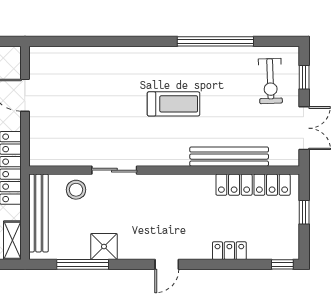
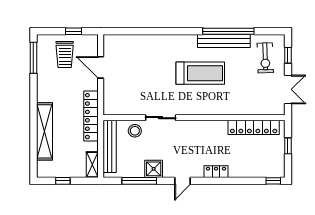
treadmill: (173, 104) -> (200, 73), width x1.37, depth x1.38
bench: (229, 157) -> (224, 41), moved
locker: (229, 251) -> (216, 172), moved
door: (167, 264) -> (183, 181), moved

